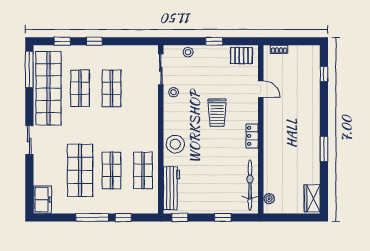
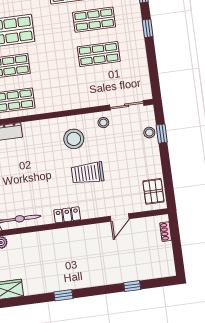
window: (214, 41) -> (162, 134), moved
window: (324, 74) -> (132, 286), moved
stool: (175, 144) -> (74, 139), moved
window: (324, 149) -> (63, 295), width x0.67

